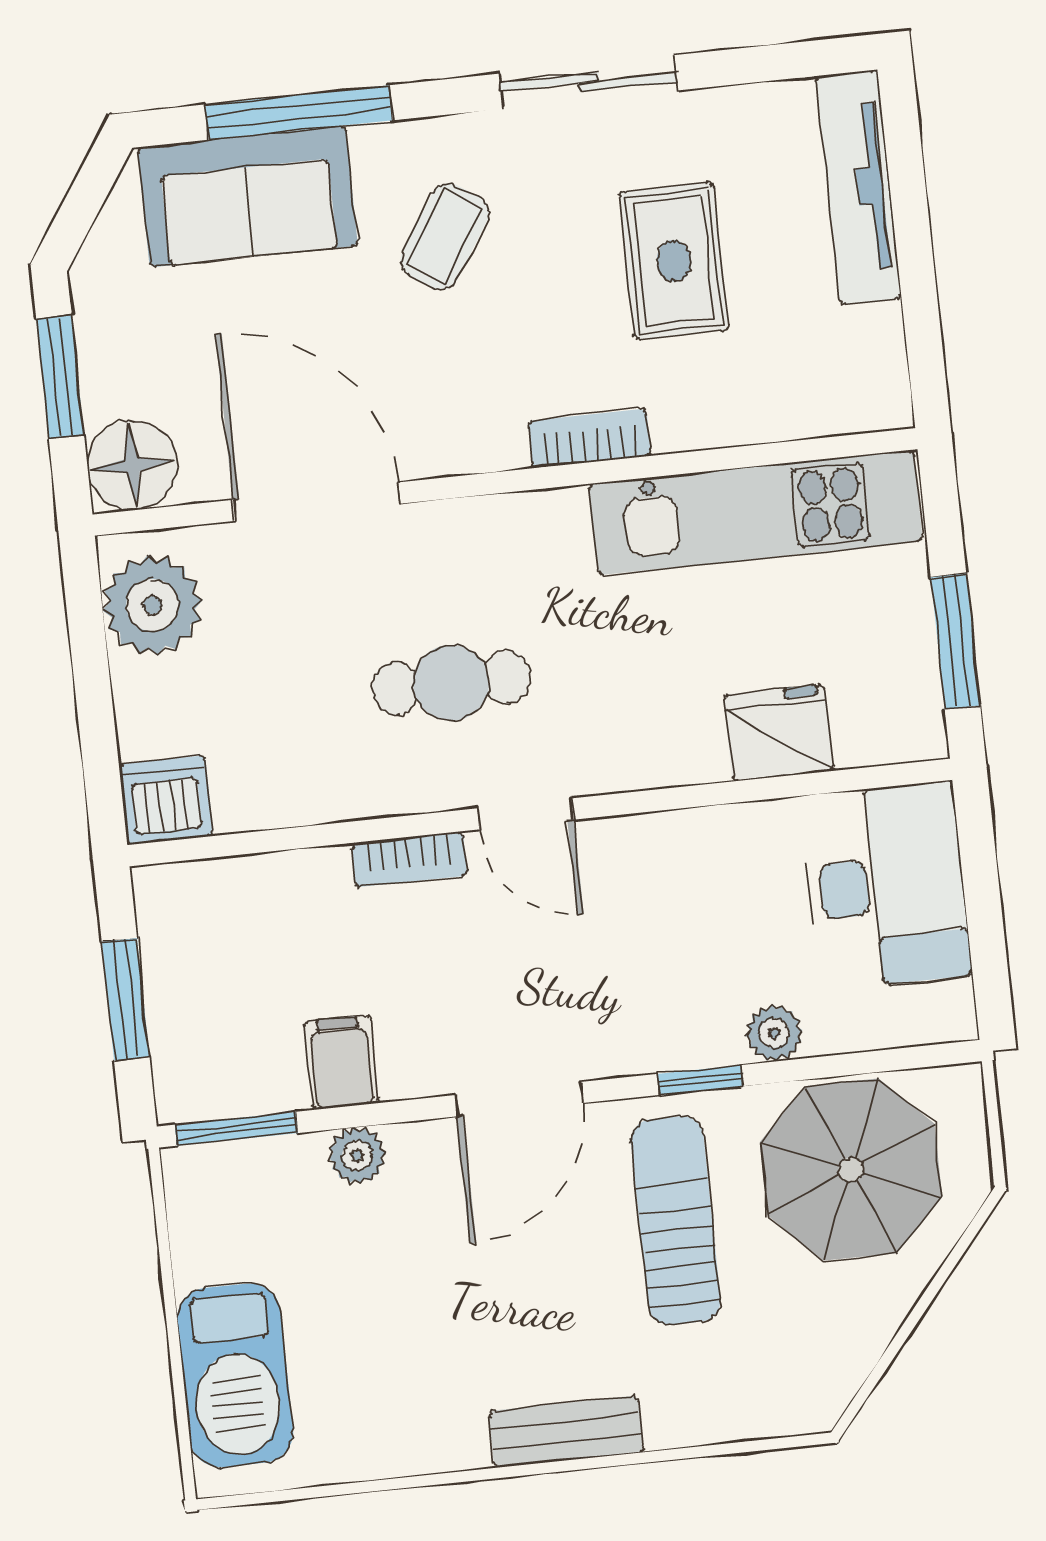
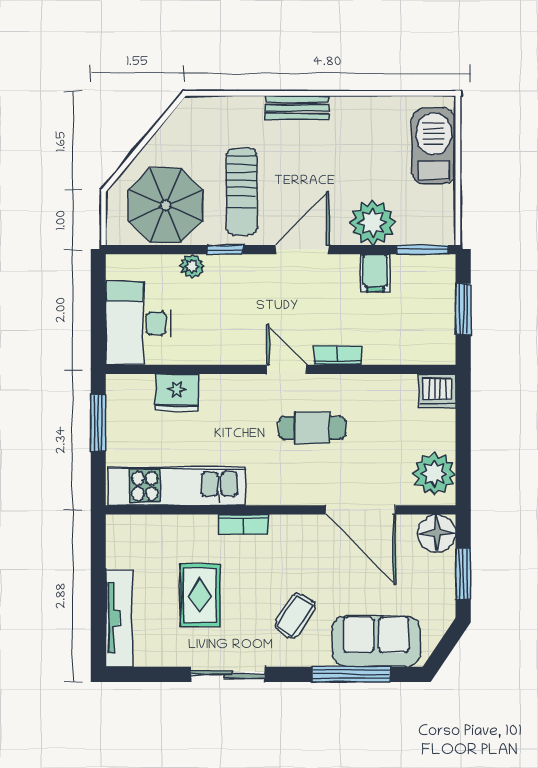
plant: (357, 1155) -> (373, 223), width x1.88, depth x1.88

